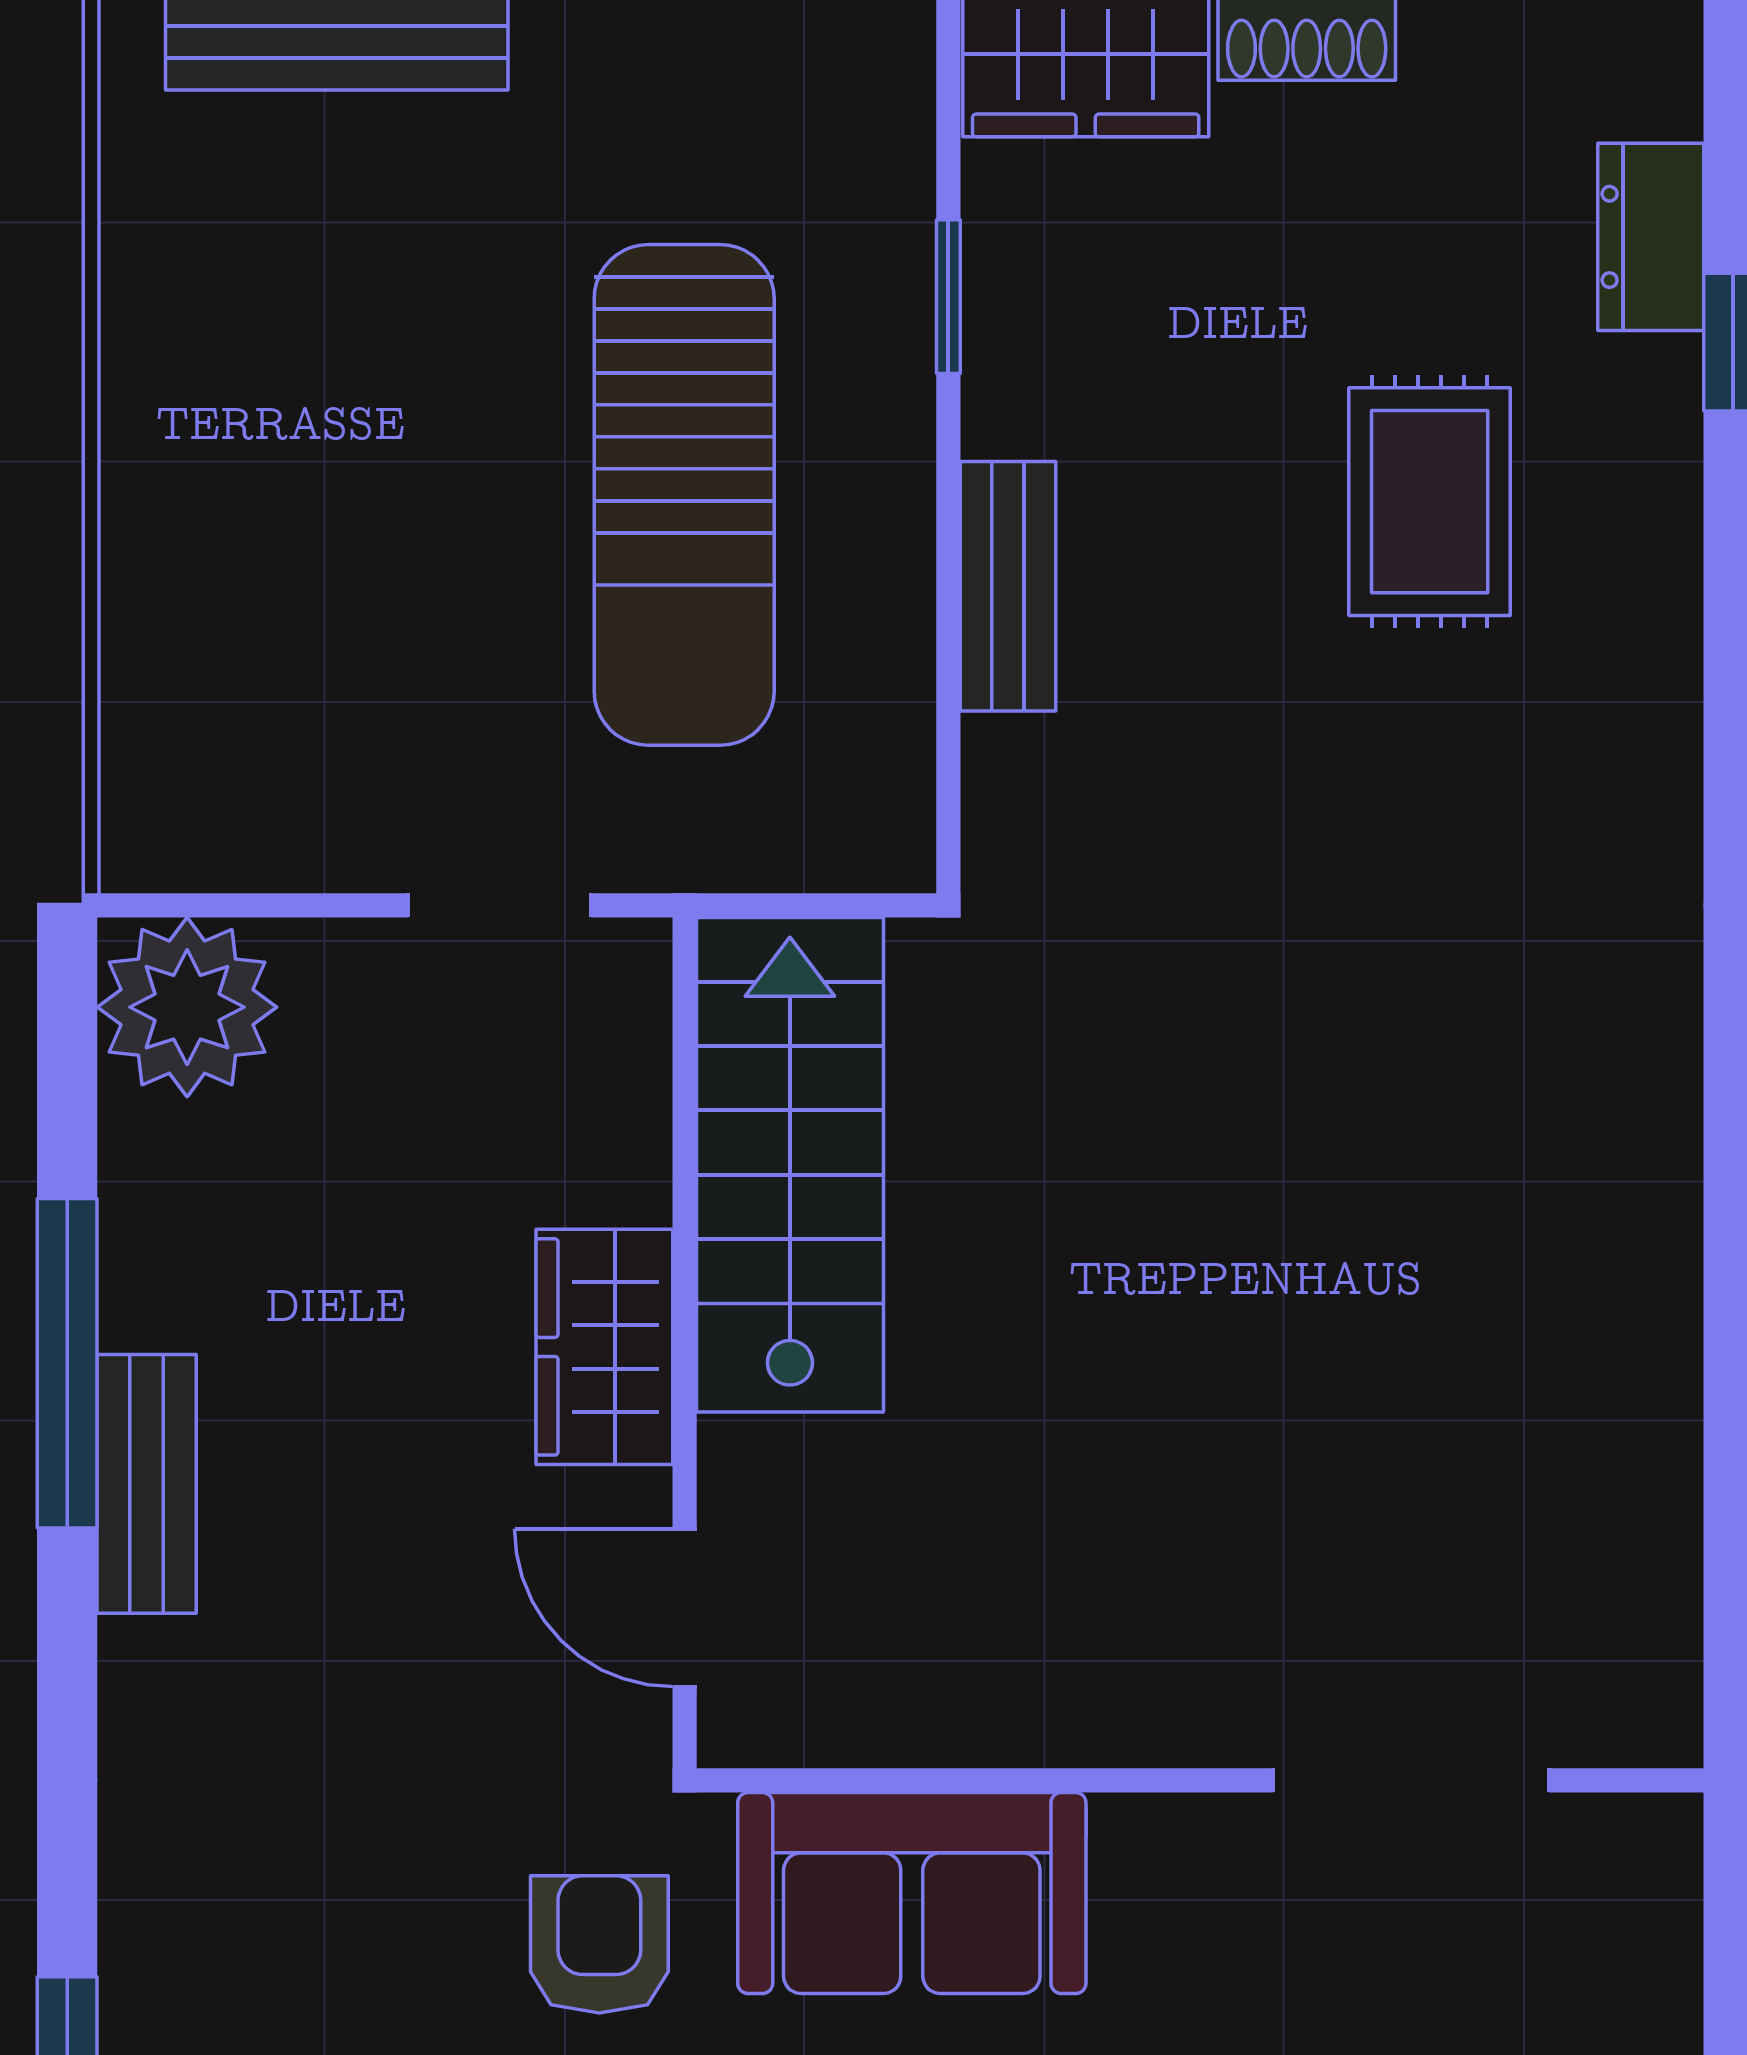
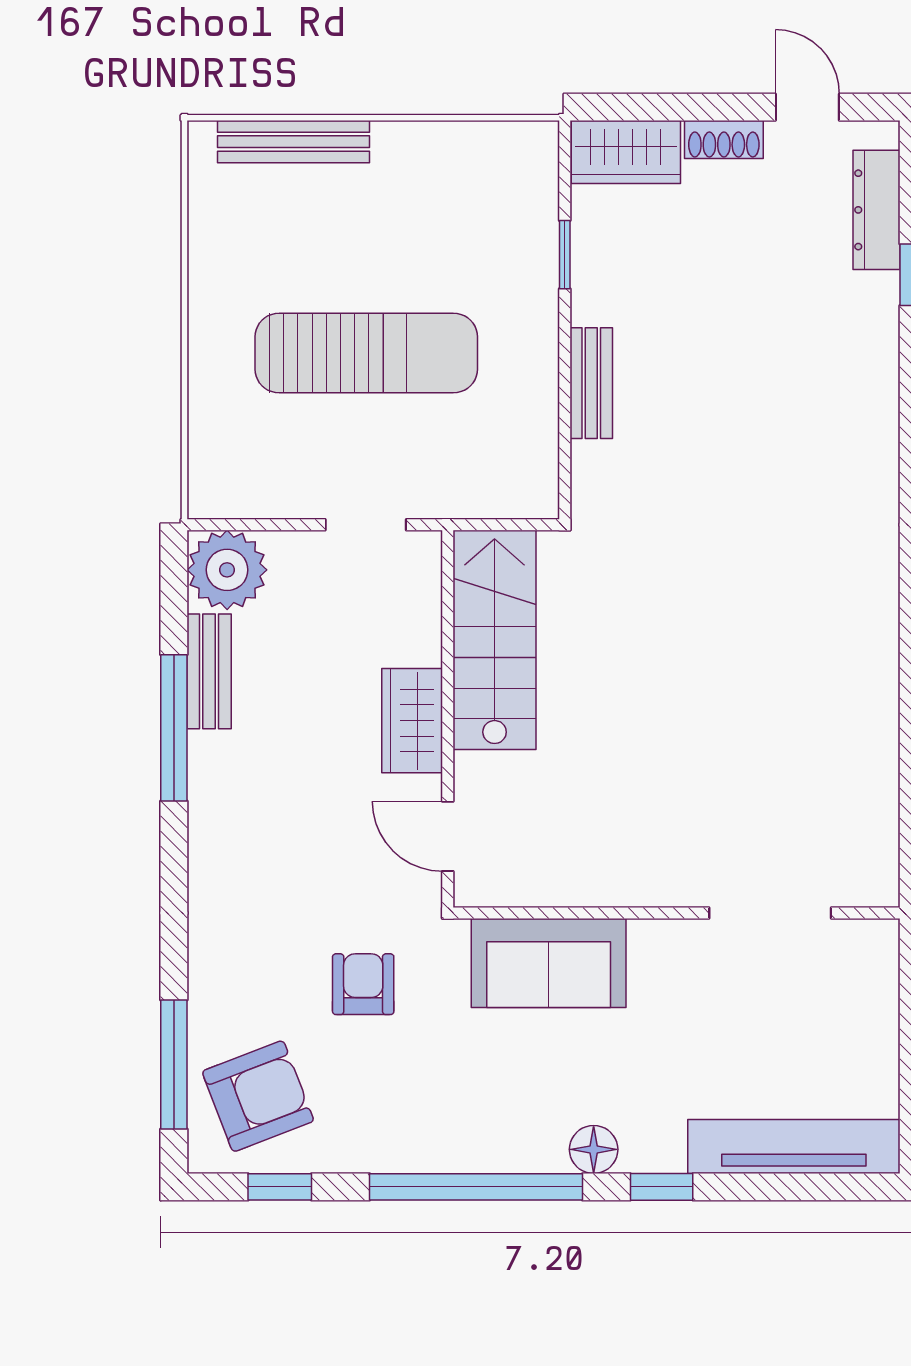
dresser: (1651, 237) -> (877, 210), width x1.44
sun lounger: (684, 495) -> (366, 353), moved, turned -90
rug: (1430, 502) -> (778, 346), removed
bench: (147, 1484) -> (209, 671), moved
armchair: (599, 1944) -> (363, 984), moved

